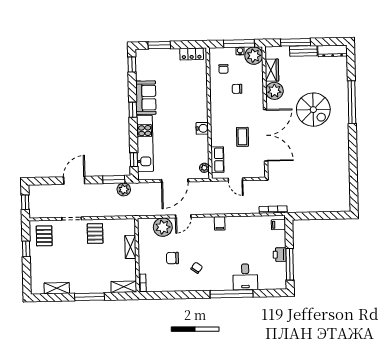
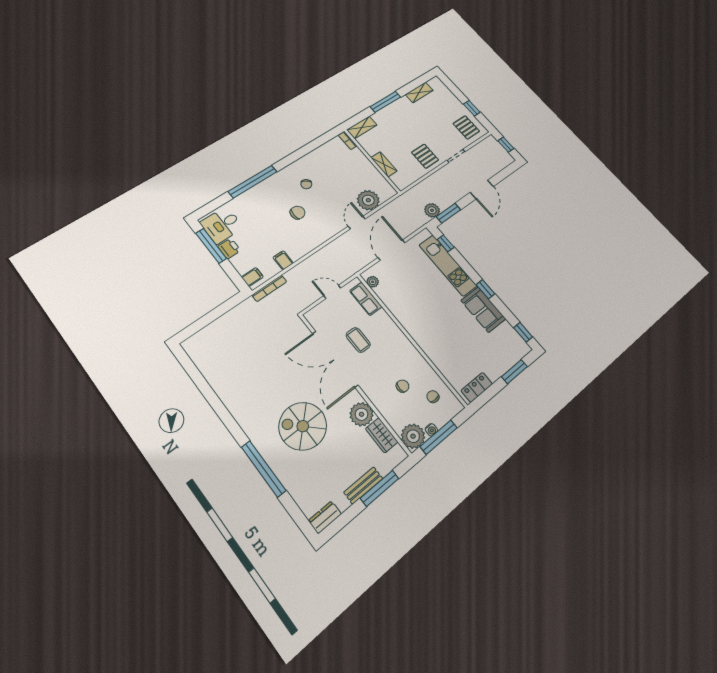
dresser: (333, 51) -> (325, 517), width x0.70
water cooler: (202, 128) -> (406, 319), removed
filing cabinet: (220, 223) -> (283, 260), moved
chair: (172, 258) -> (298, 213), moved
desk: (245, 277) -> (222, 225), moved, turned -90

